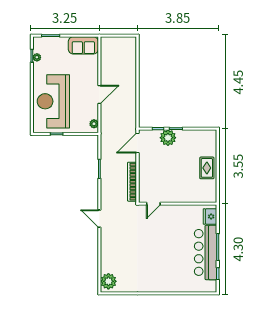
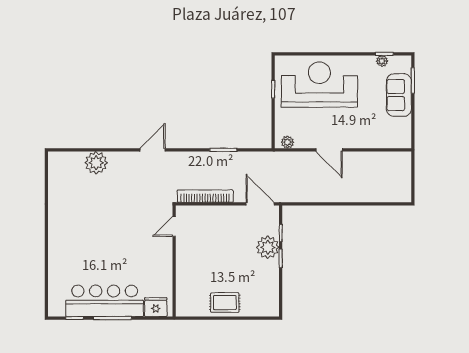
sofa: (83, 45) -> (399, 95), moved
door: (153, 204) -> (174, 226), hinge flipped
plant: (108, 281) -> (96, 163), moved

